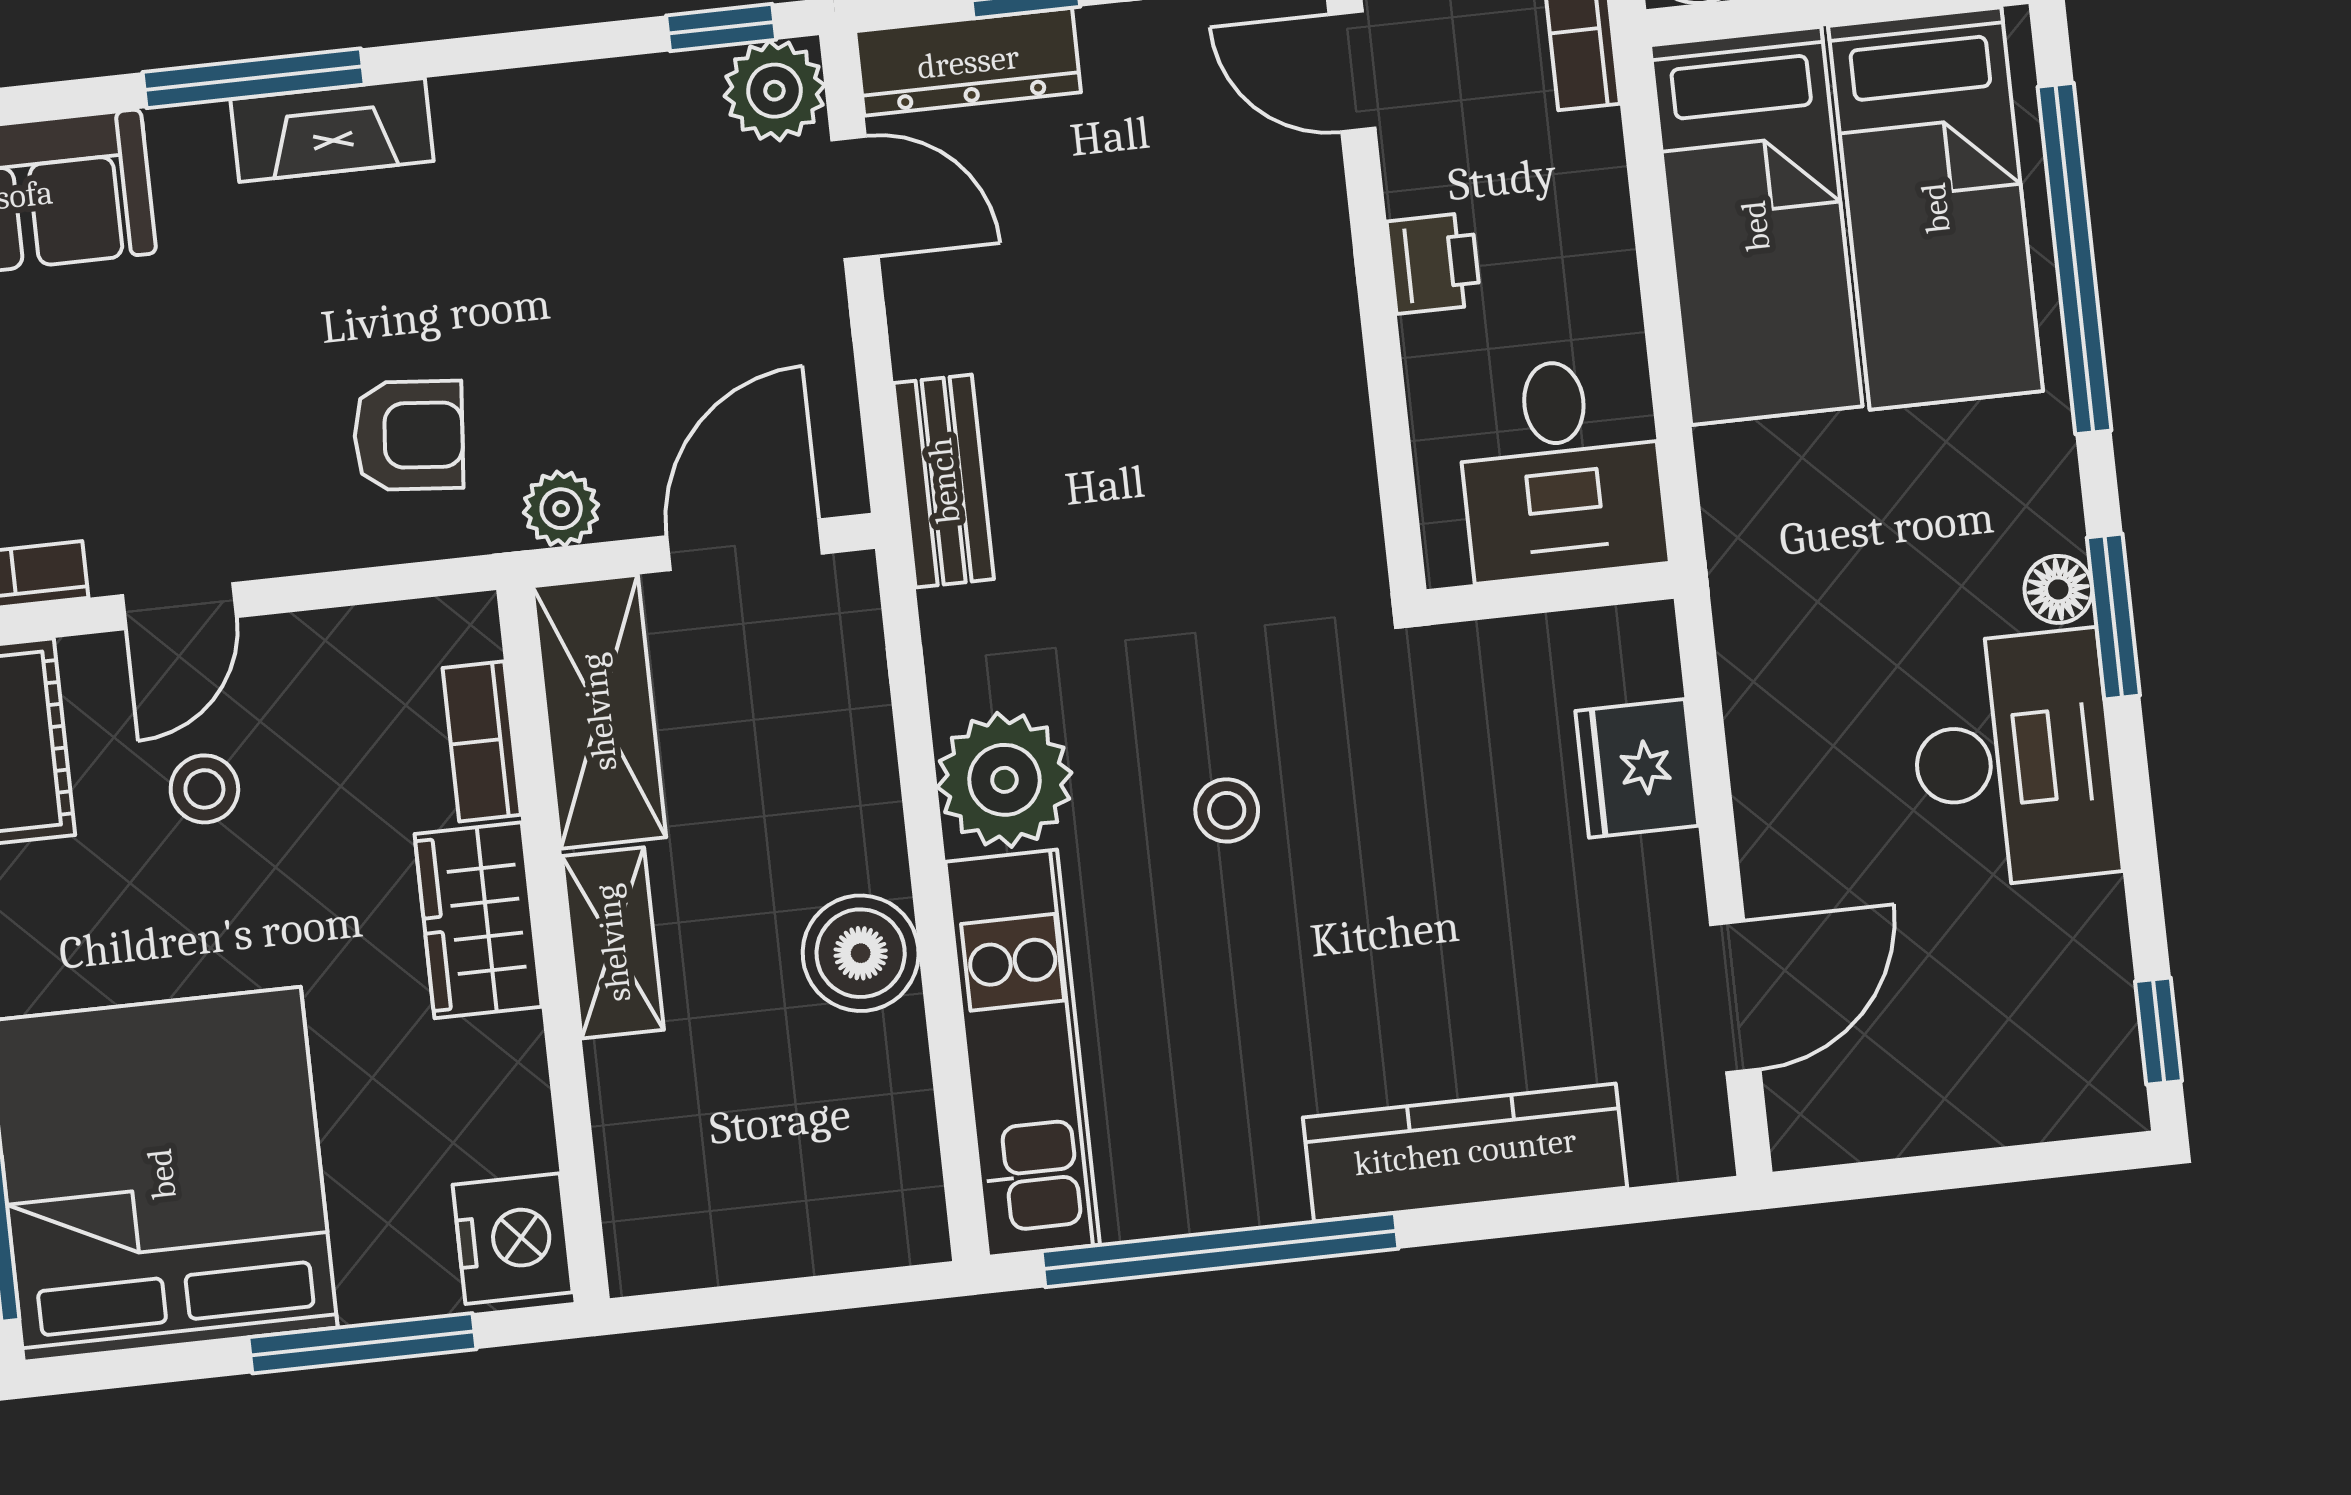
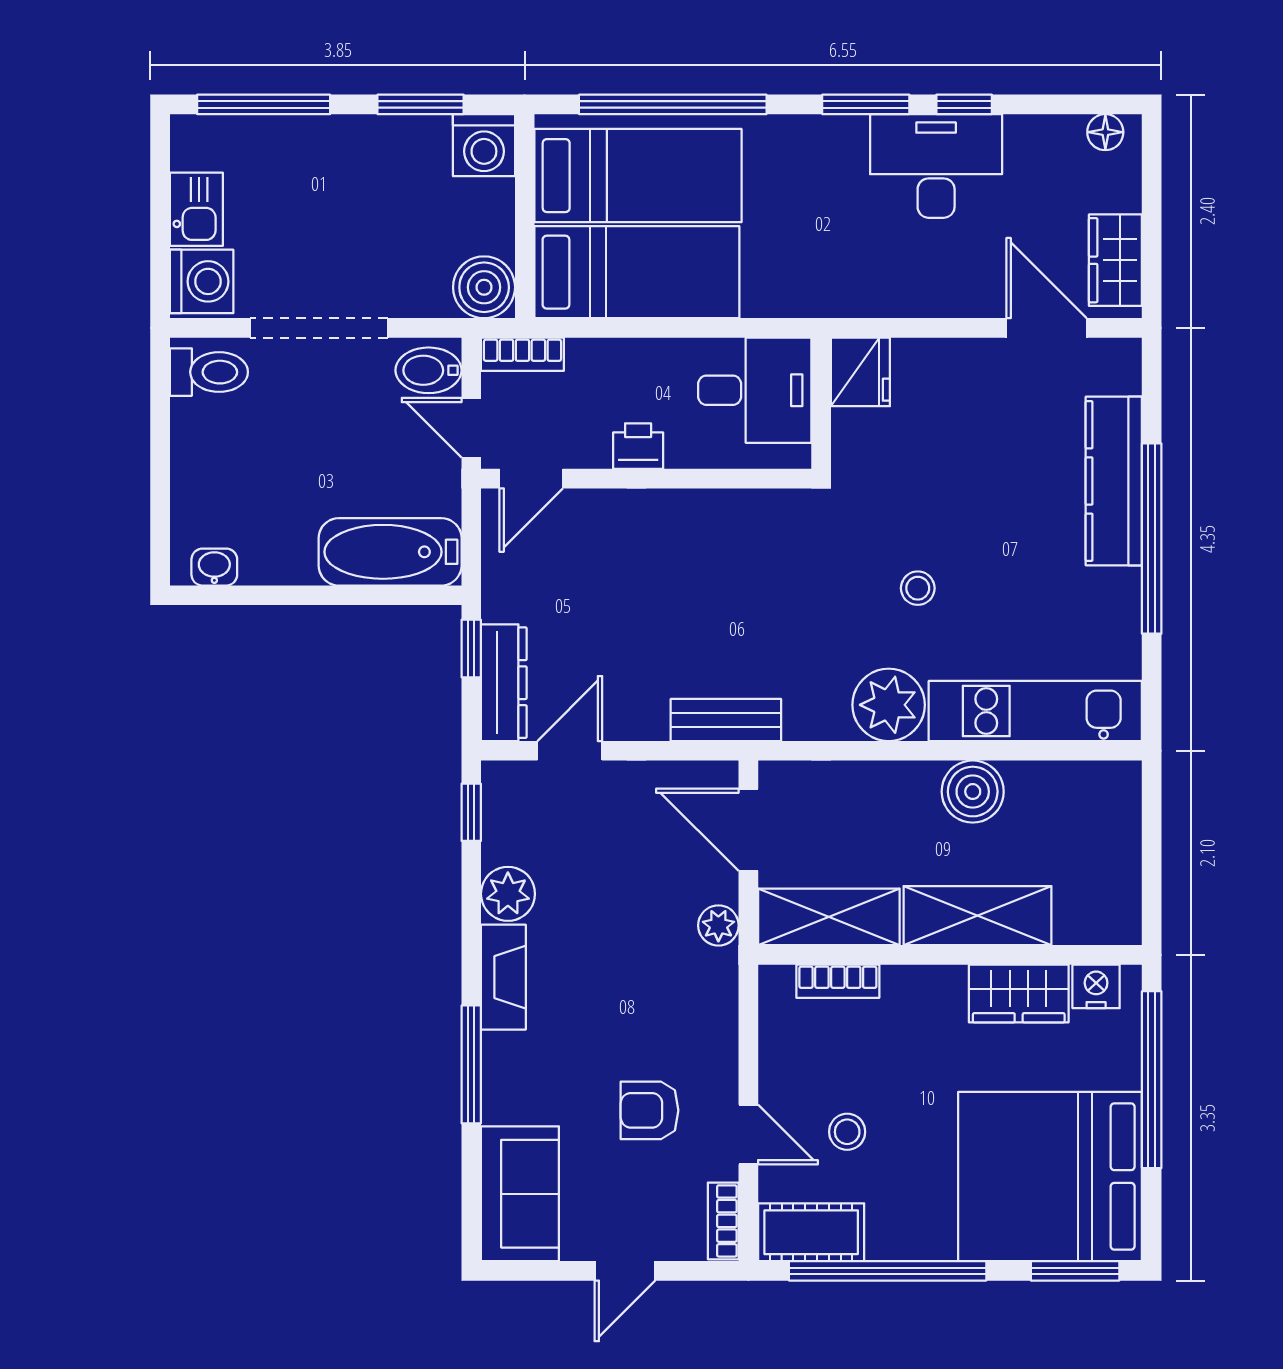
plant: (774, 91) -> (508, 894), moved
fireplace: (332, 130) -> (503, 977), moved
armchair: (409, 435) -> (649, 1110), moved, turned -95
floor lamp: (2058, 589) -> (1105, 132), moved
fridge: (1637, 768) -> (860, 372), moved, turned -90
wardrobe: (478, 920) -> (1019, 994), moved
shelving: (613, 943) -> (977, 916), width x1.50, depth x1.33
window: (2158, 1031) -> (964, 104), moved
wardrobe: (1875, 1111) -> (1115, 260), added
nightstand: (513, 1239) -> (1096, 986), width x0.74, depth x0.75
window: (1220, 1250) -> (1152, 539), moved
window: (362, 1343) -> (1152, 1080), width x1.46

